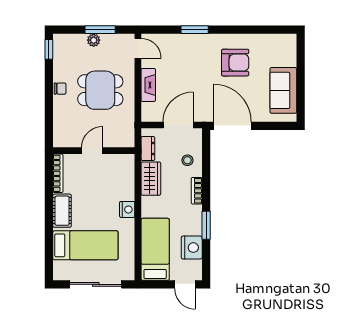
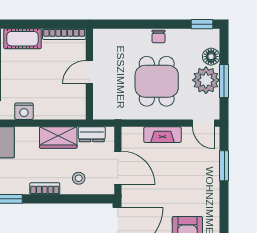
window: (195, 30) -> (224, 166), moved
plant: (94, 40) -> (206, 80), width x1.87, depth x1.87
floor lamp: (78, 41) -> (211, 57), added
door: (138, 48) -> (203, 123), hinge flipped
door: (92, 151) -> (89, 72), swing flipped

